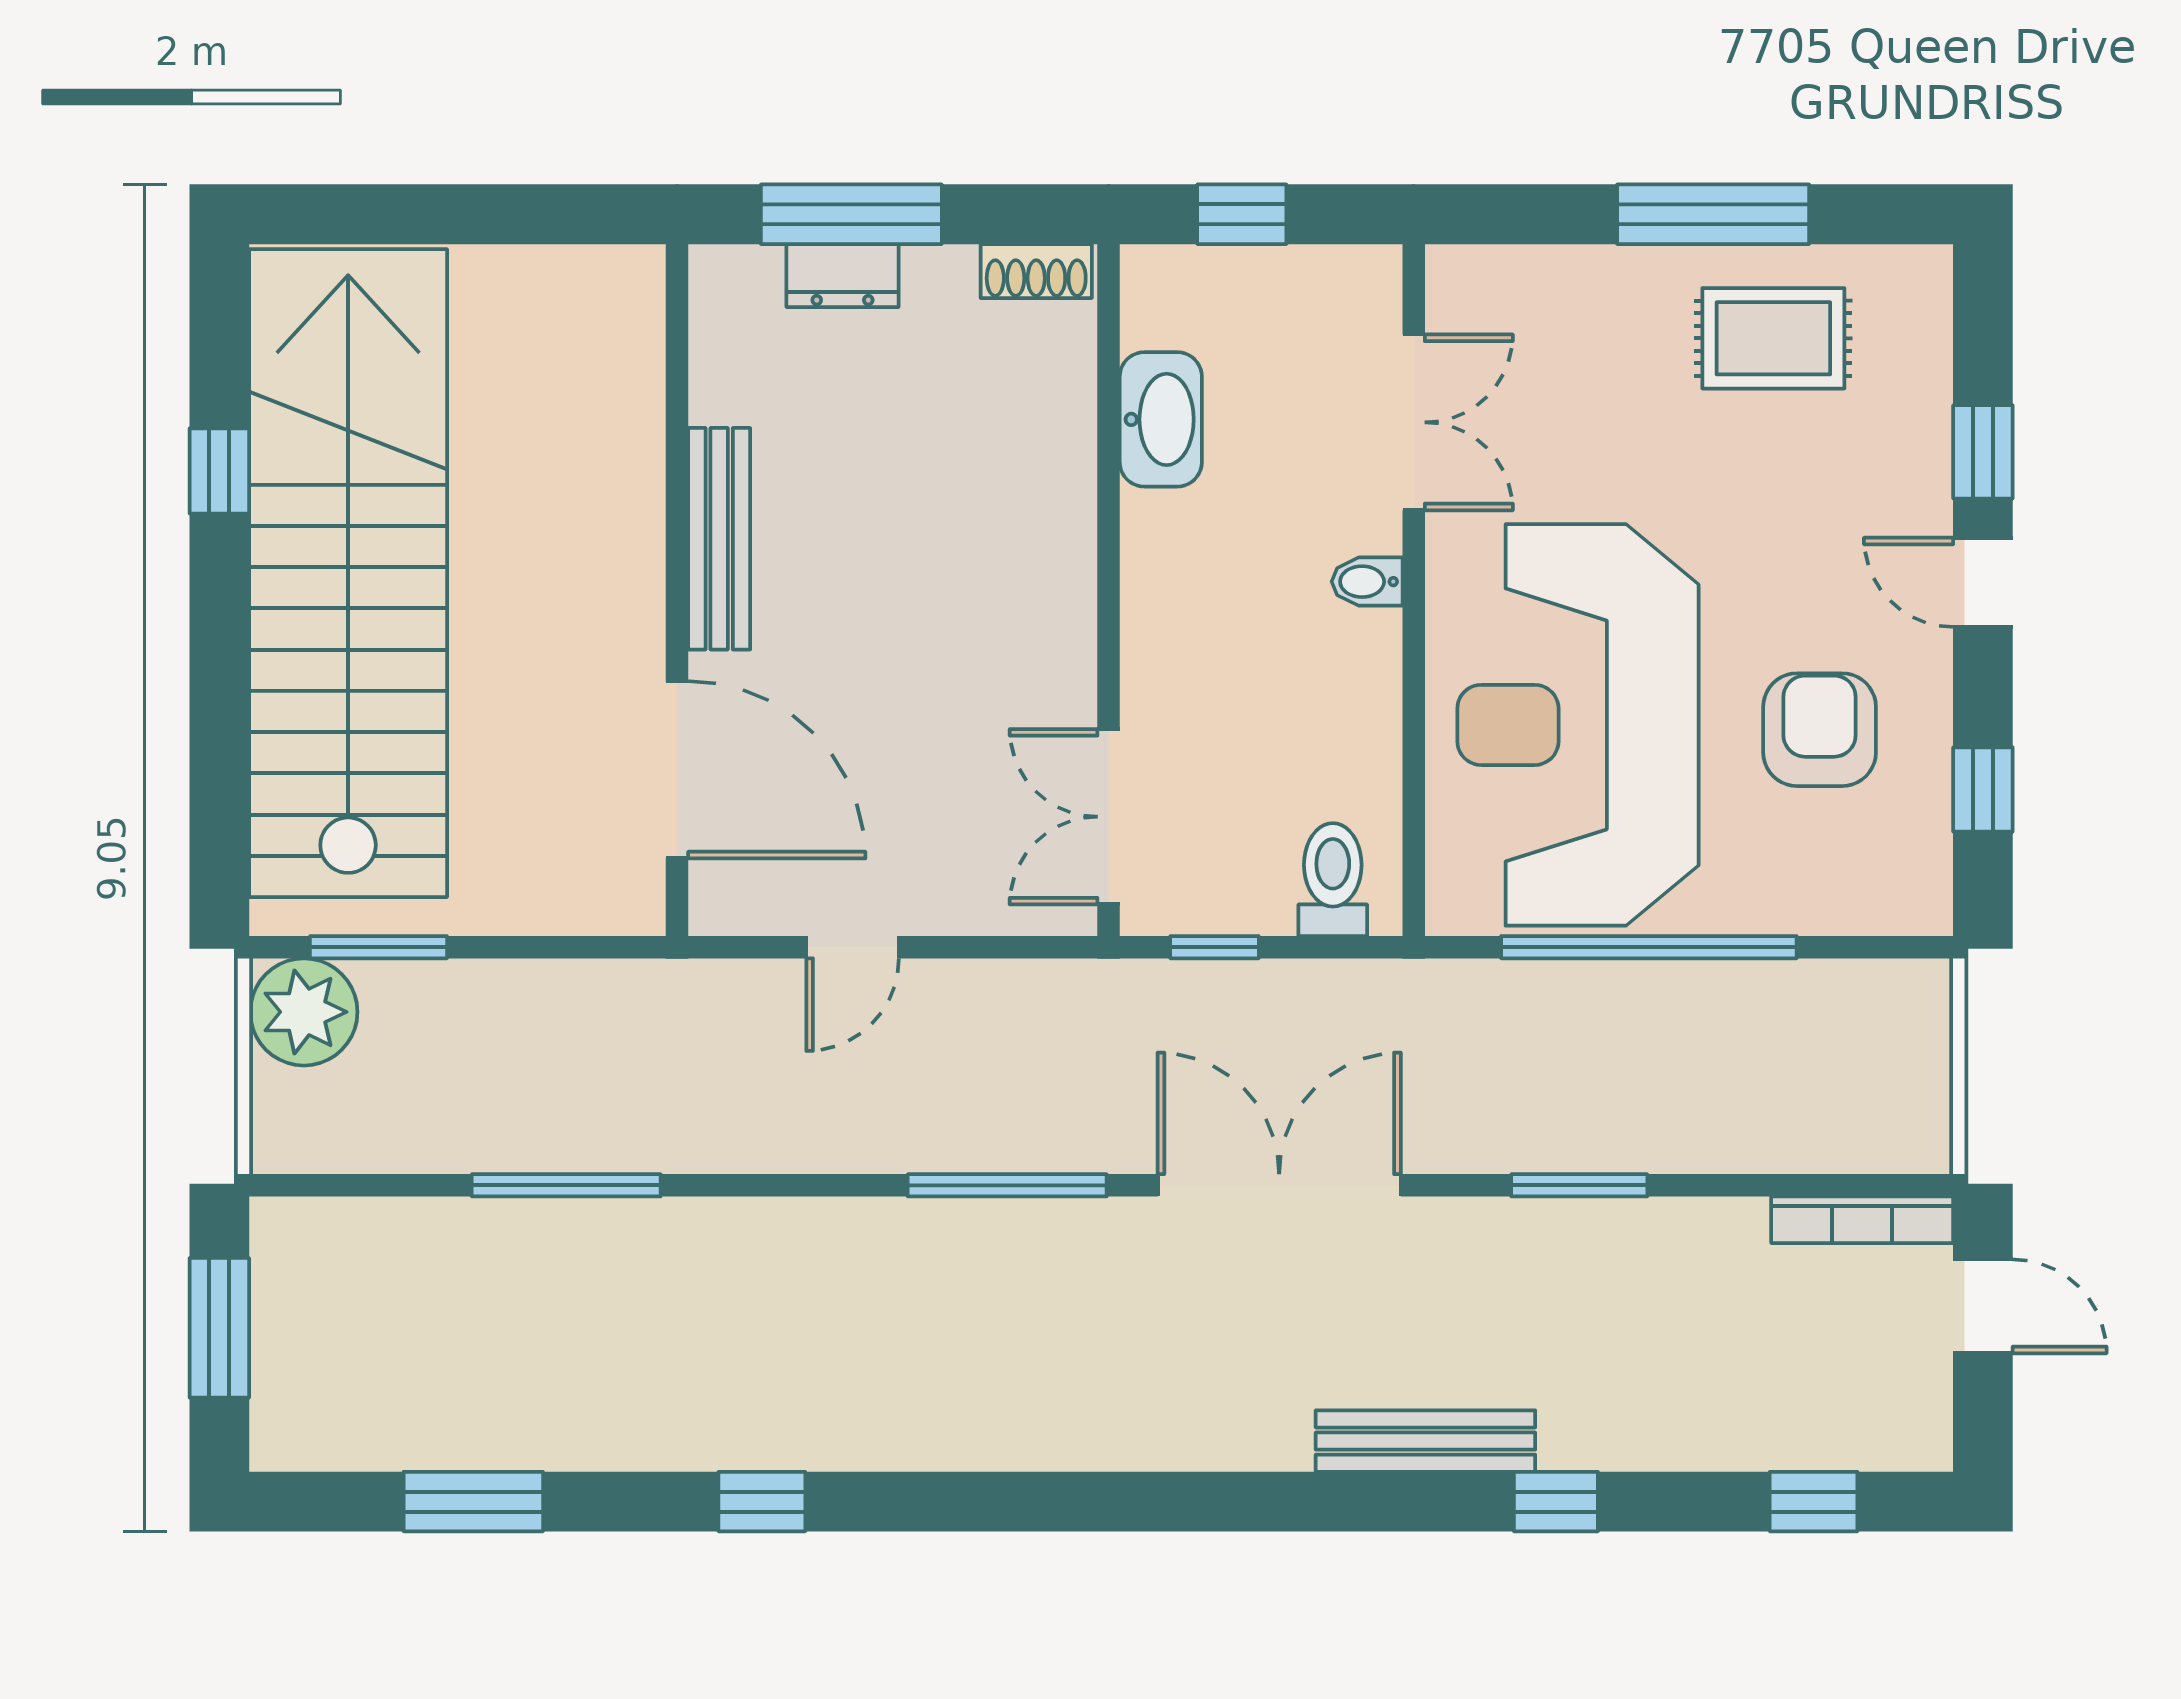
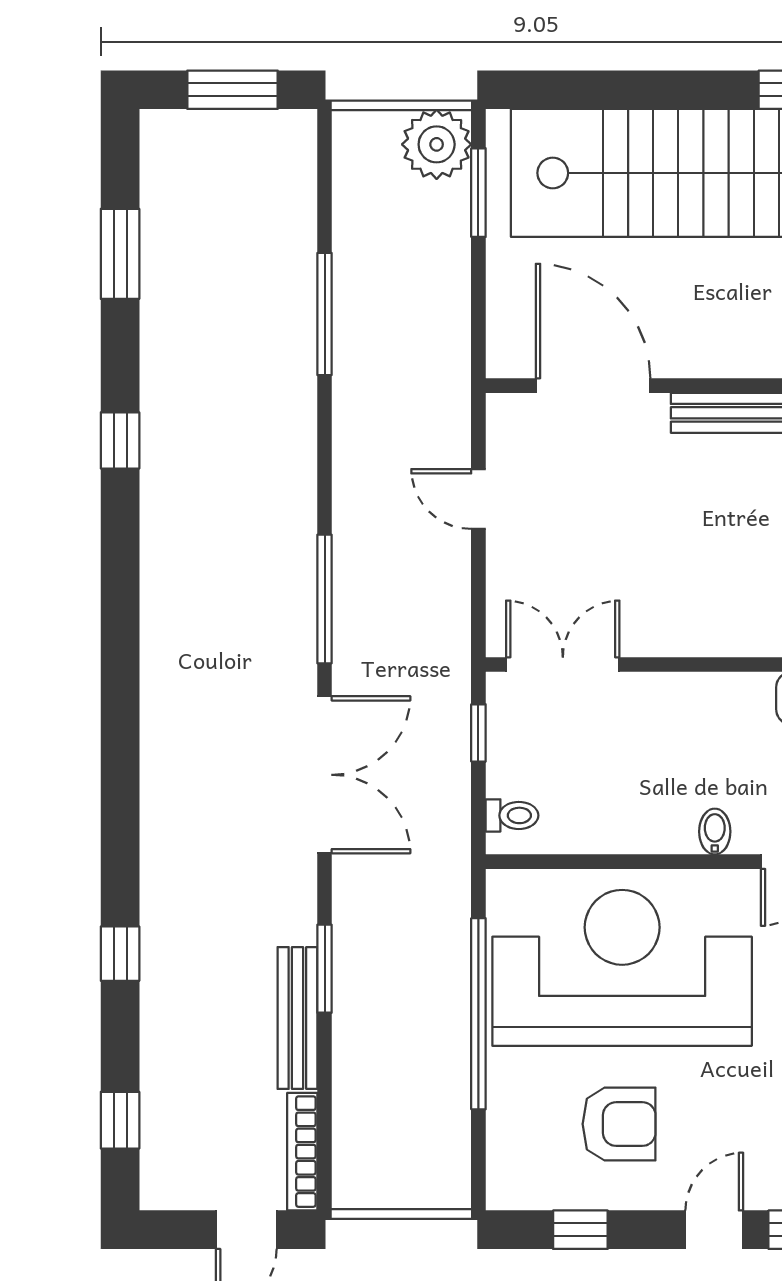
door: (677, 770) -> (593, 386), swing flipped
toilet: (1333, 880) -> (512, 815), width x0.73, depth x0.72
bench: (1425, 1441) -> (297, 1018), moved

